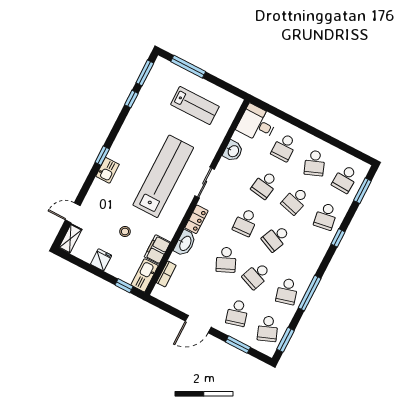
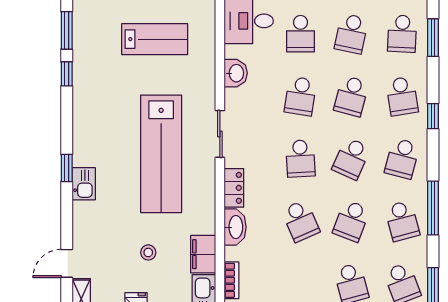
school desk: (315, 163) -> (351, 34), turned 33
lab bench: (163, 176) -> (161, 154), turned 180
school desk: (306, 254) -> (402, 159), added

